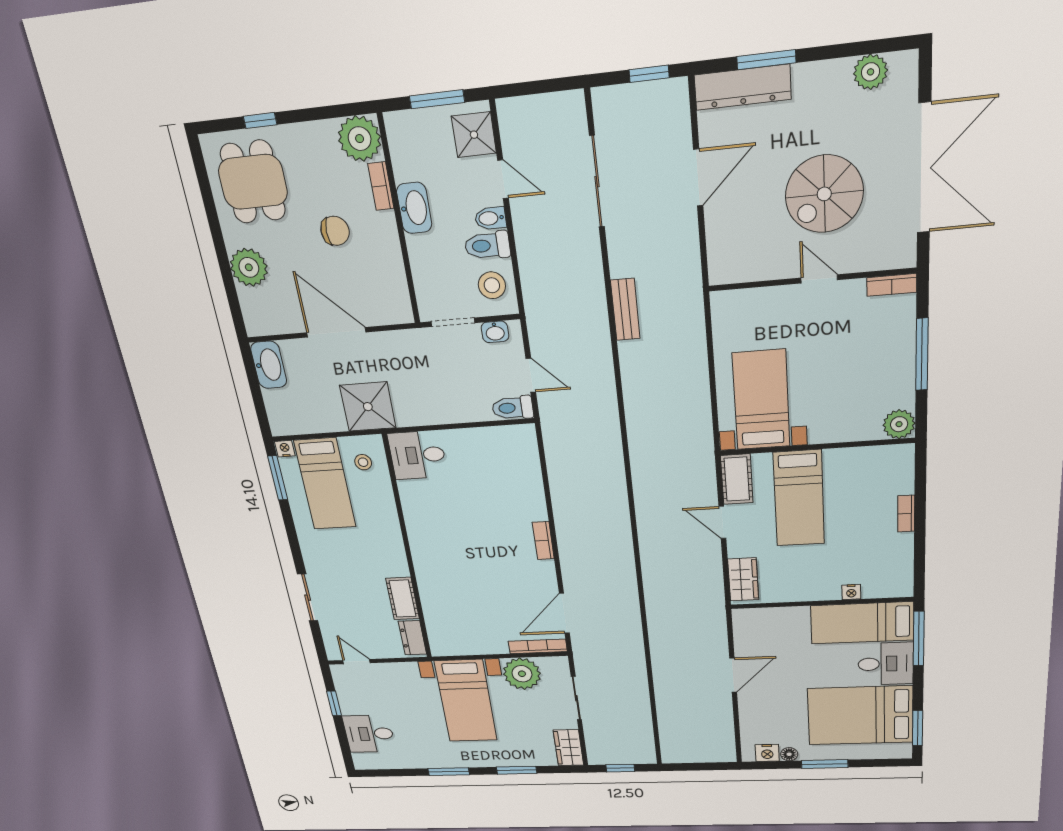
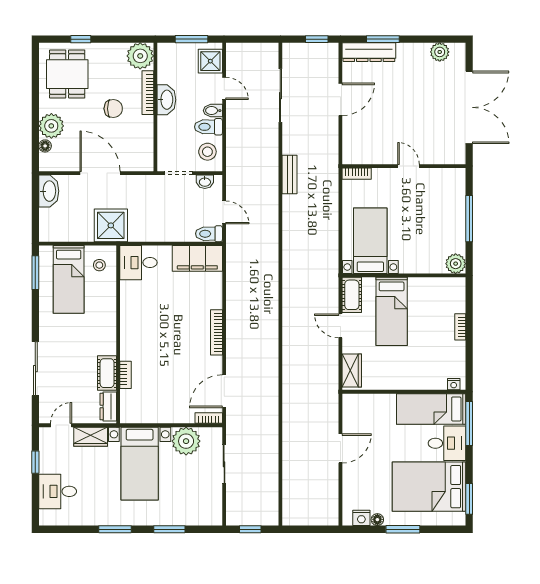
bookcase: (381, 186) -> (148, 93), width x1.56
spiral stairs: (824, 194) -> (413, 116), removed
bookcase: (892, 285) -> (357, 174), moved
floor lamp: (247, 299) -> (45, 146), added
filing cabinet: (501, 444) -> (197, 258), added
nightstand: (285, 449) -> (46, 251), removed
bookcase: (543, 541) -> (216, 332), width x1.56
nightstand: (851, 592) -> (454, 384), moved
sliding door: (308, 598) -> (35, 369), width x1.37
bookcase: (428, 600) -> (126, 375), added
bookcase: (538, 646) -> (209, 418), width x0.64
door: (356, 662) -> (61, 425), hinge flipped
wardrobe: (568, 748) -> (91, 437), moved, turned -90

